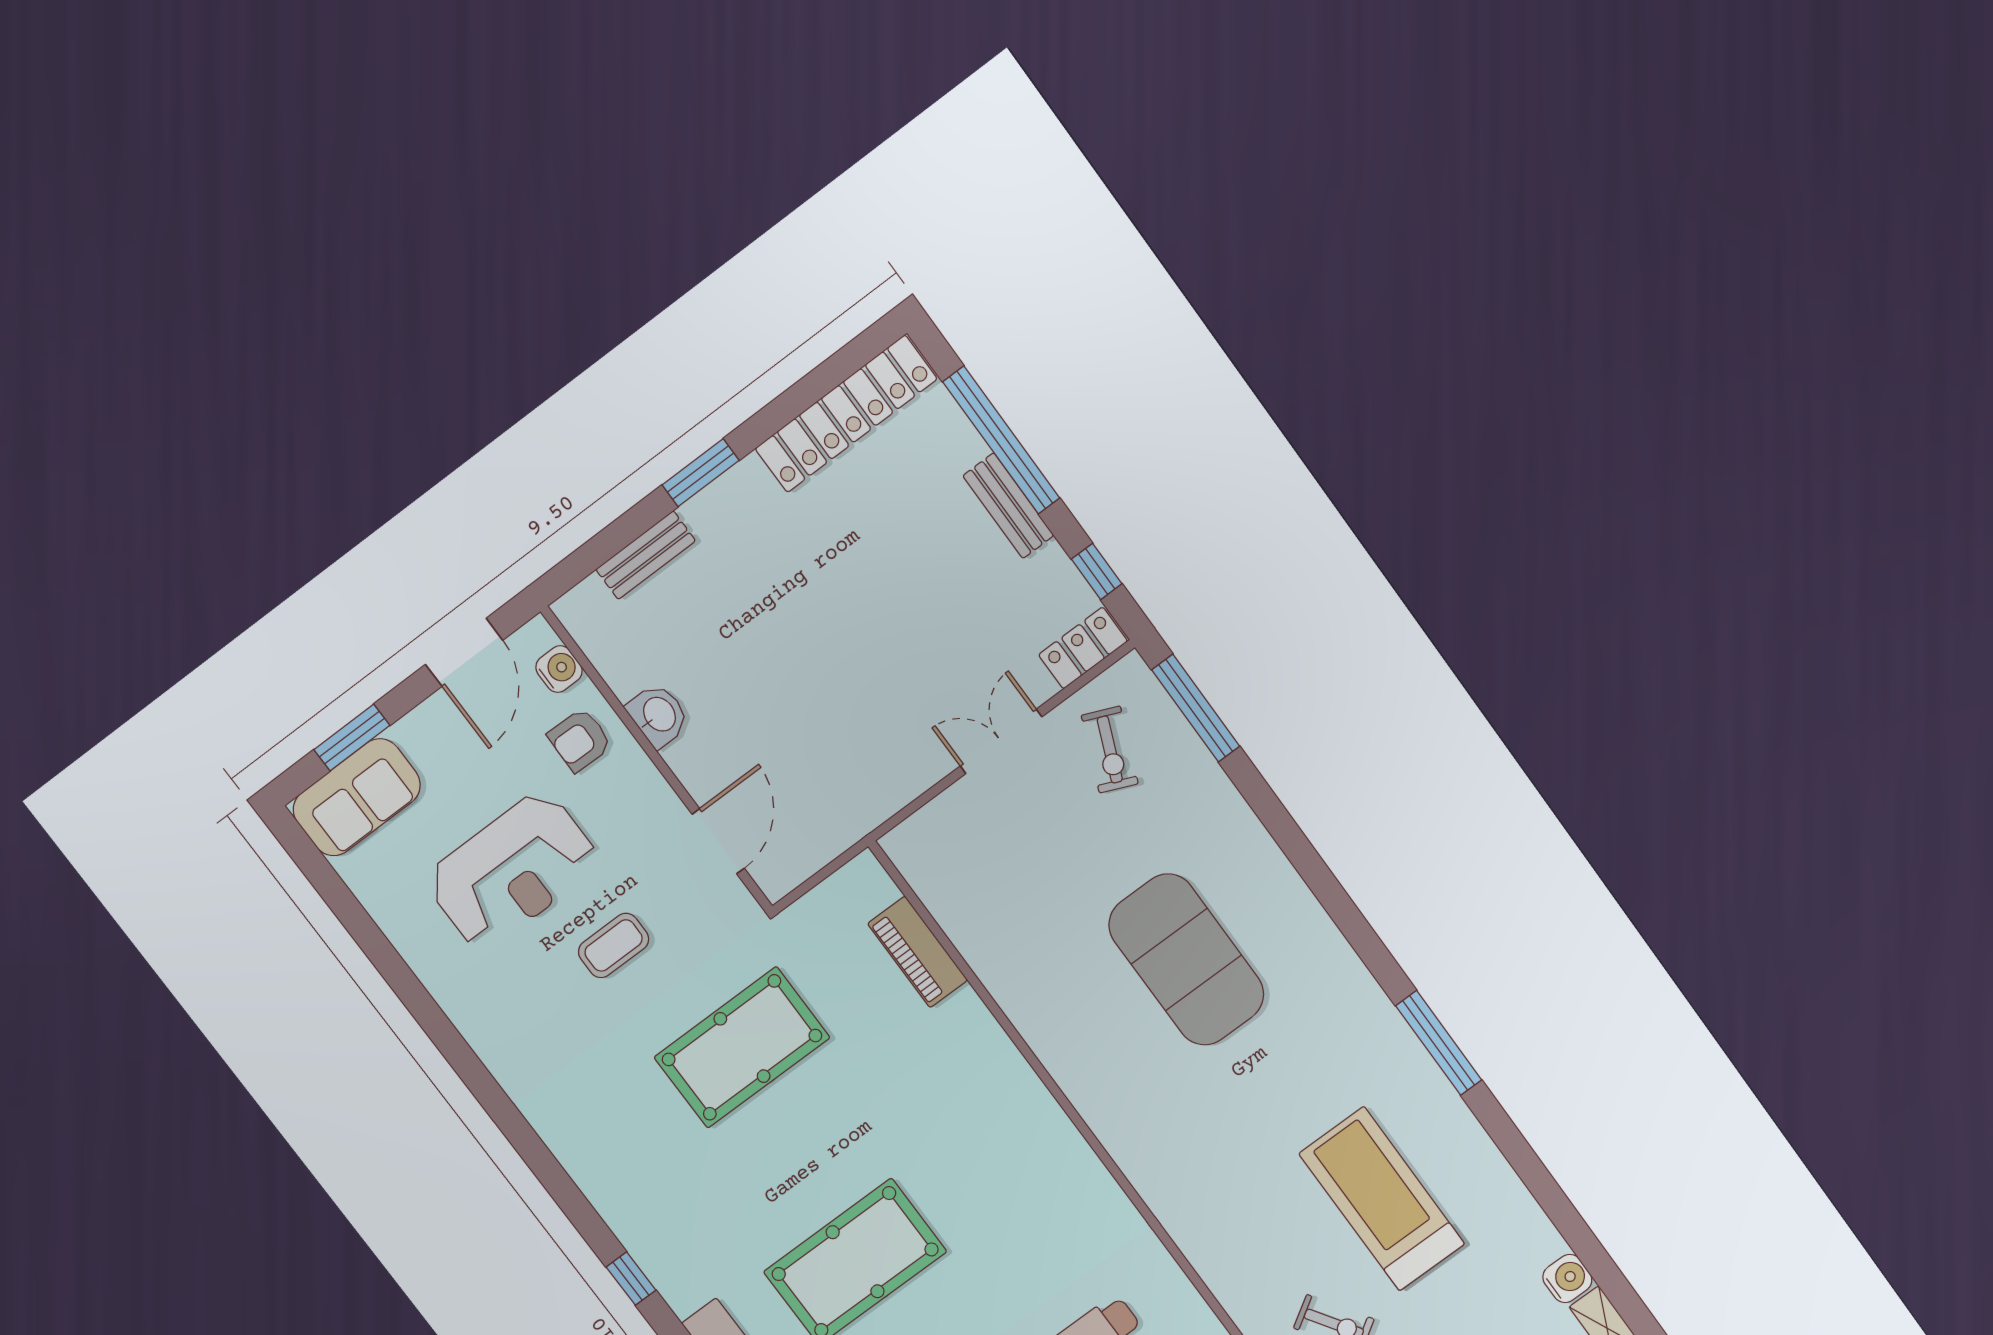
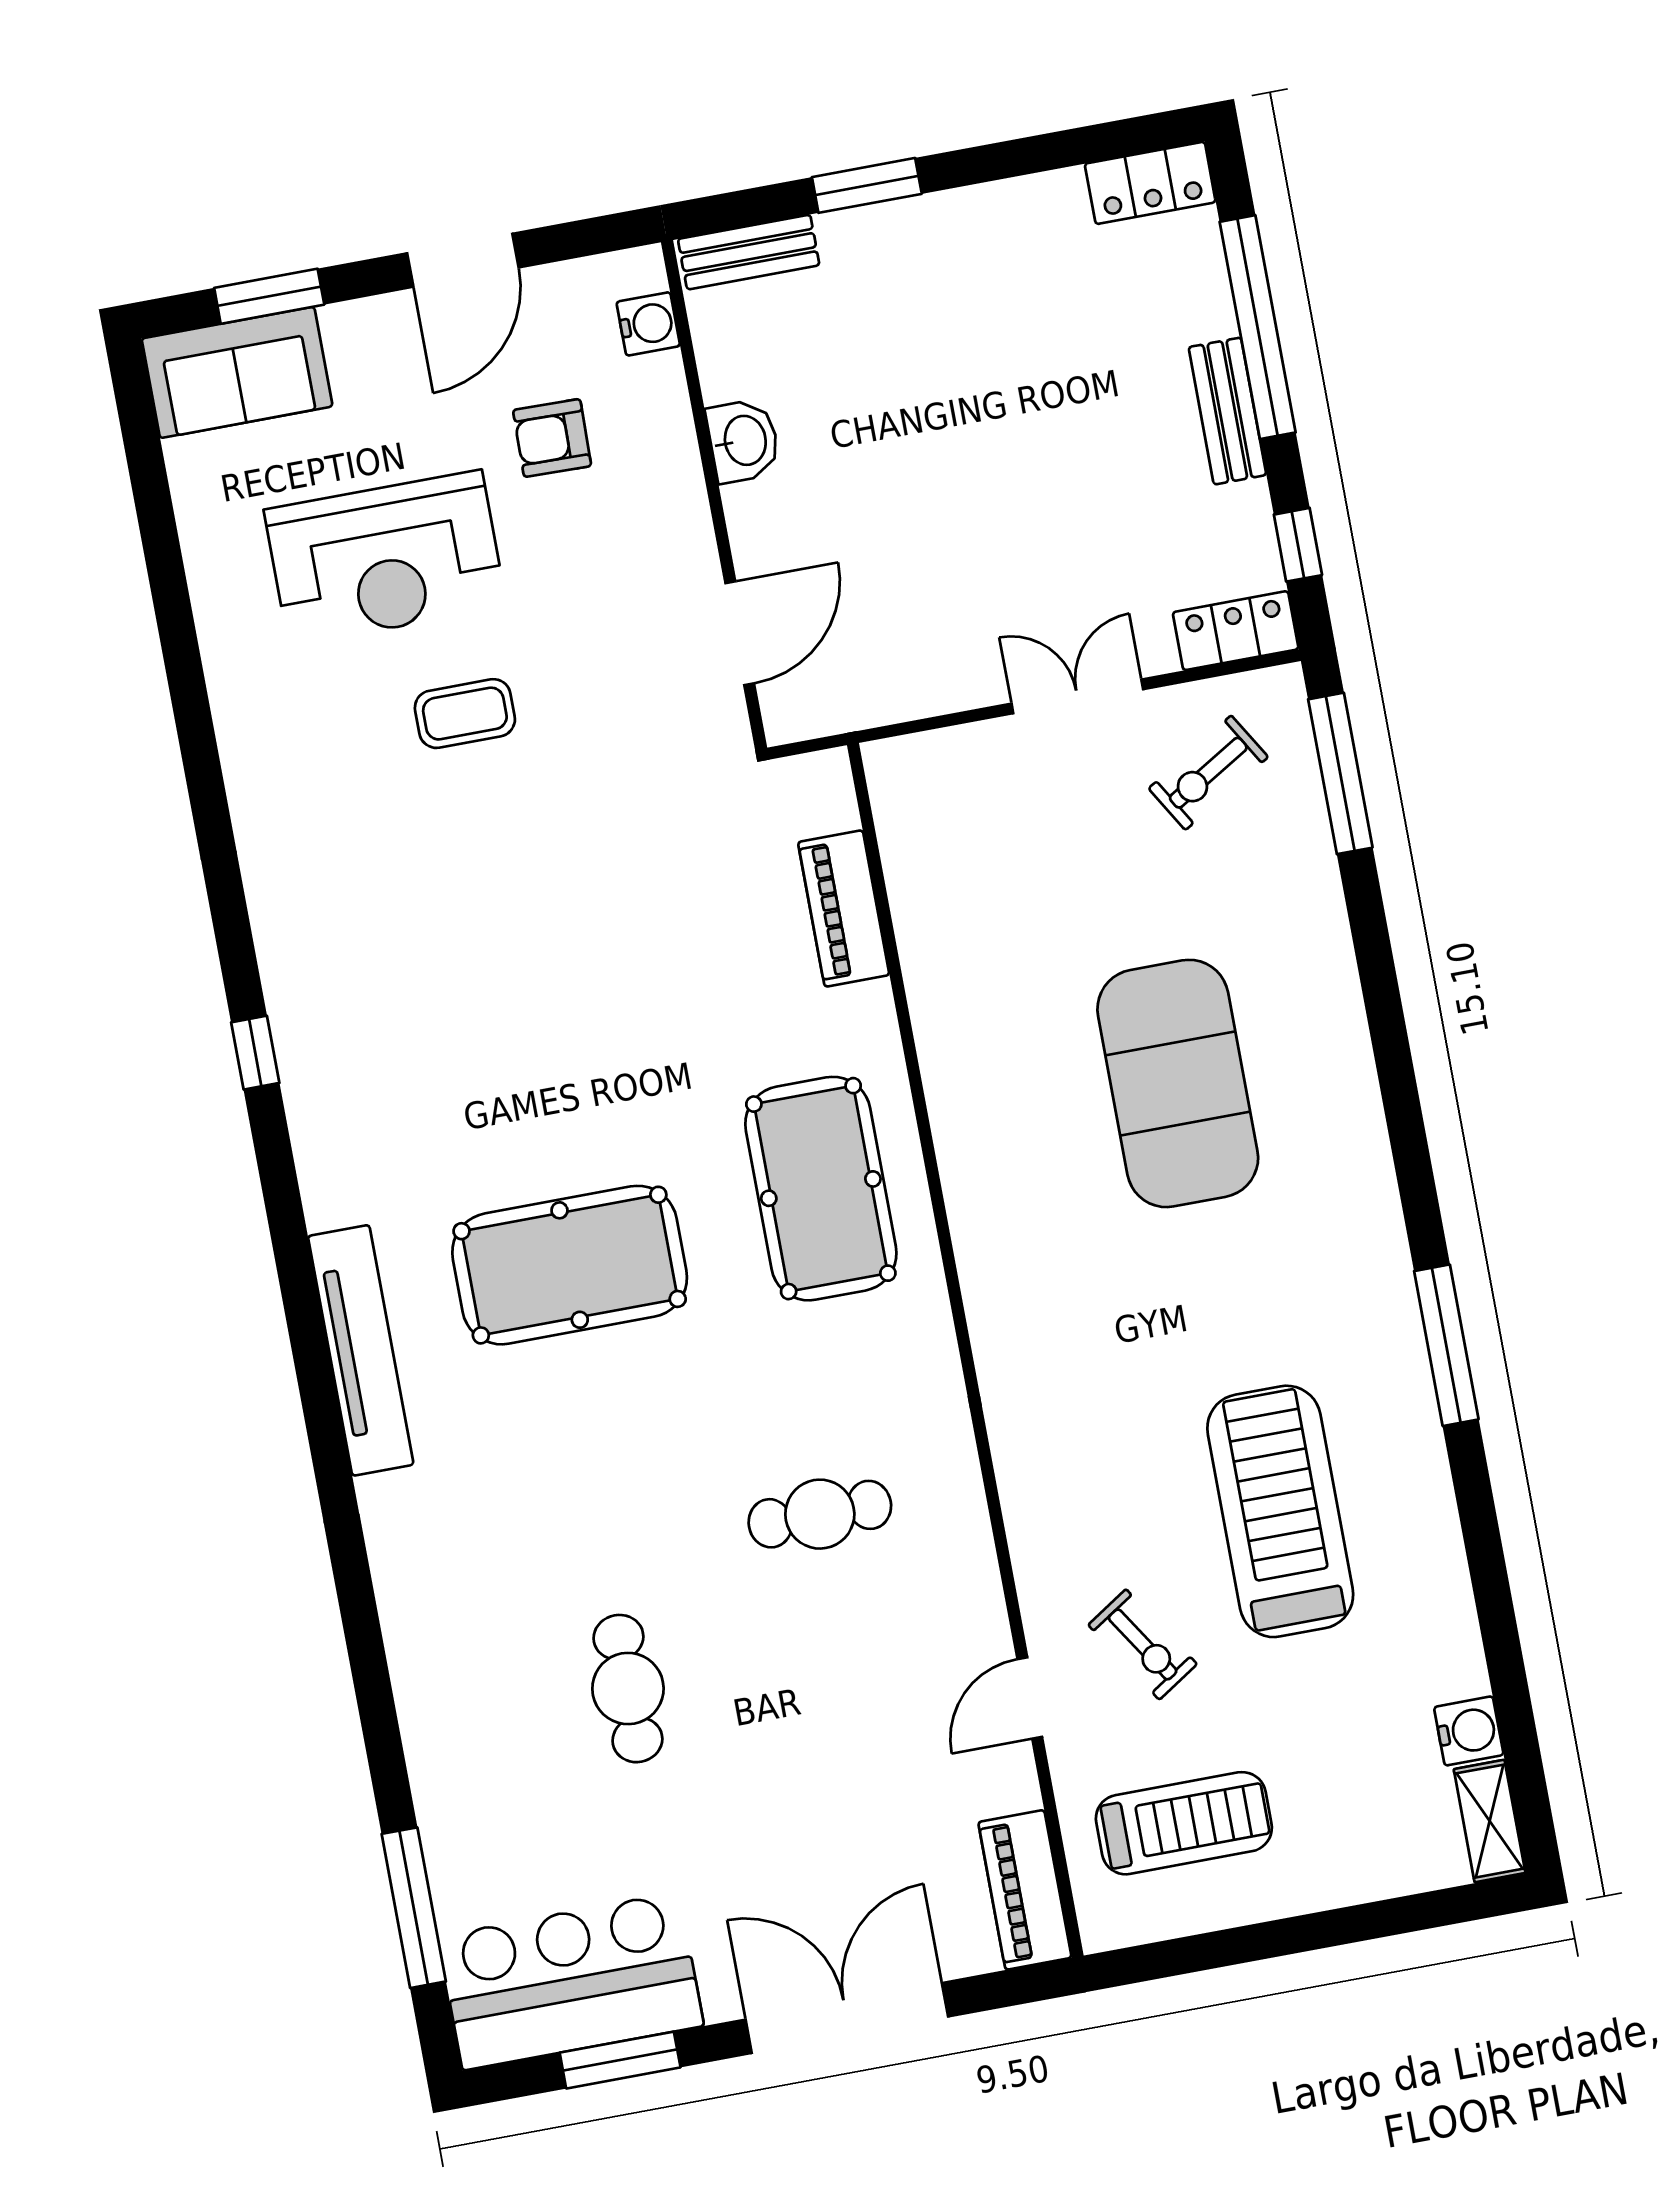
locker: (846, 414) -> (1150, 183), width x0.46, depth x0.83
water cooler: (559, 669) -> (648, 324), moved
washbasin: (658, 715) -> (743, 441), moved
exercise bike: (1110, 750) -> (1208, 773), turned 36
wall: (657, 760) -> (714, 495), moved
door: (718, 841) -> (740, 633), moved
pool table: (742, 1047) -> (821, 1189), moved, turned 90
window: (631, 1279) -> (255, 1053), moved

